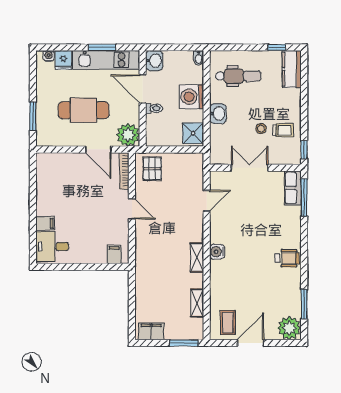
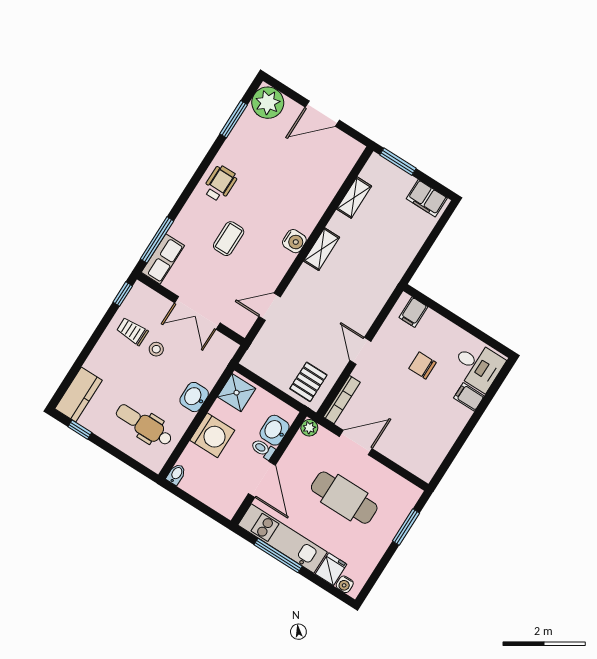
window: (102, 47) -> (278, 556), width x1.44
washbasin: (154, 61) -> (275, 430), moved
plant: (128, 135) -> (309, 428), width x0.53, depth x0.53
door: (98, 149) -> (356, 443), hinge flipped
chair: (87, 225) -> (422, 365), added
wheelchair: (287, 258) -> (220, 183), turned 90
coffee table: (228, 323) -> (229, 239), moved

